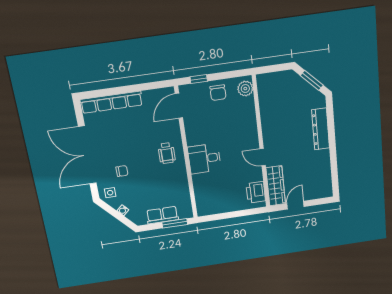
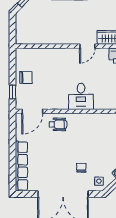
plant: (245, 89) -> (26, 54), removed
door: (179, 106) -> (32, 111), hinge flipped
wheelchair: (167, 153) -> (58, 124), moved

